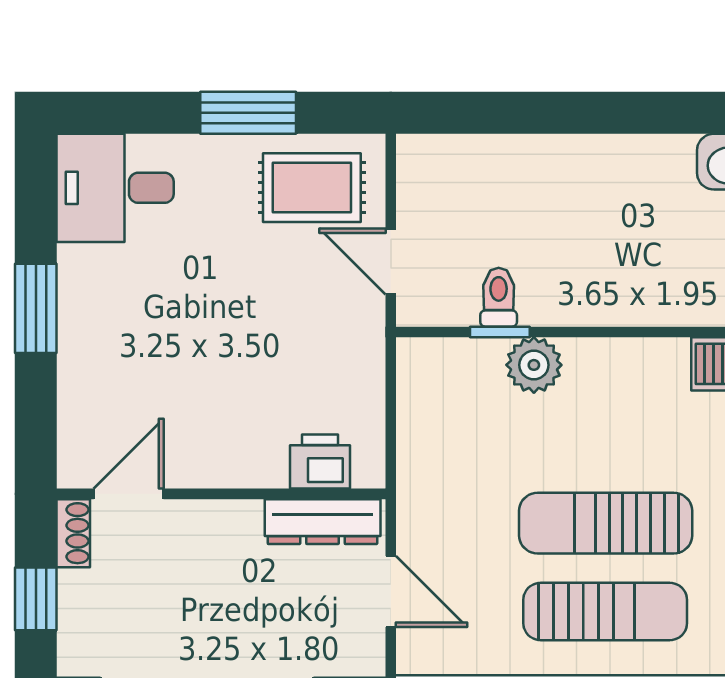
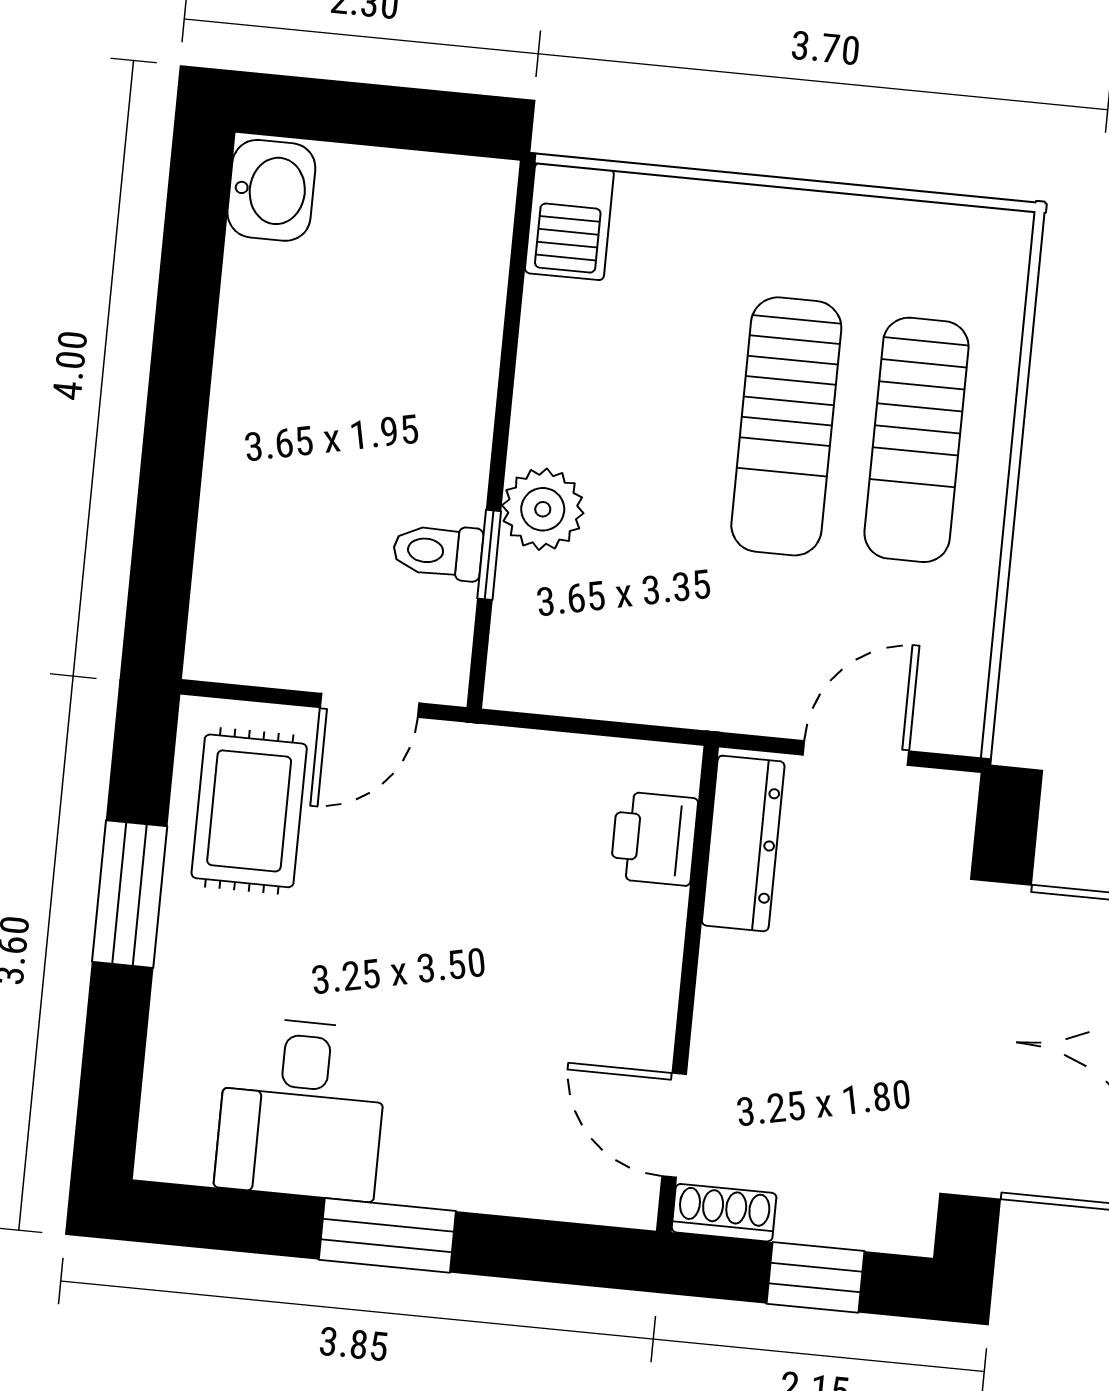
desk: (115, 188) -> (302, 1109), moved
sun lounger: (605, 612) -> (916, 440), turned 180

